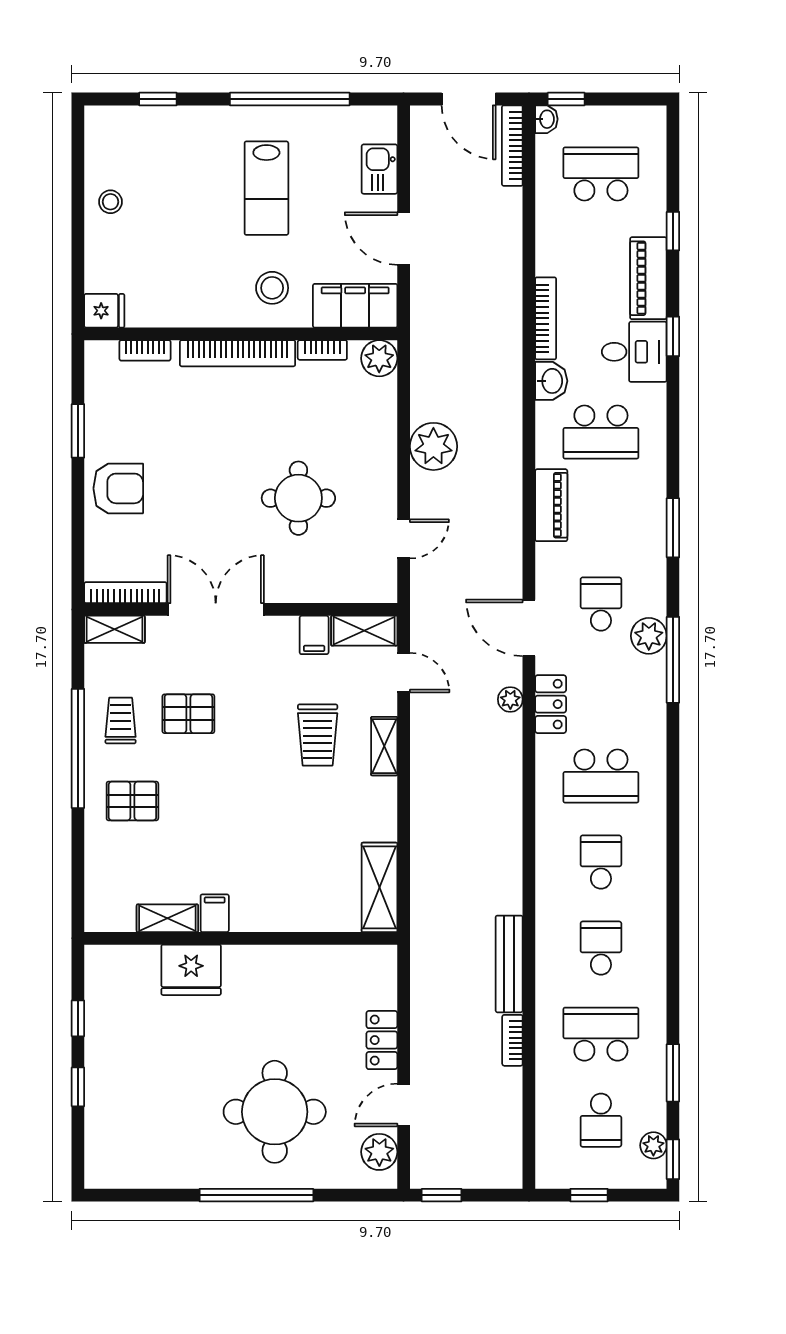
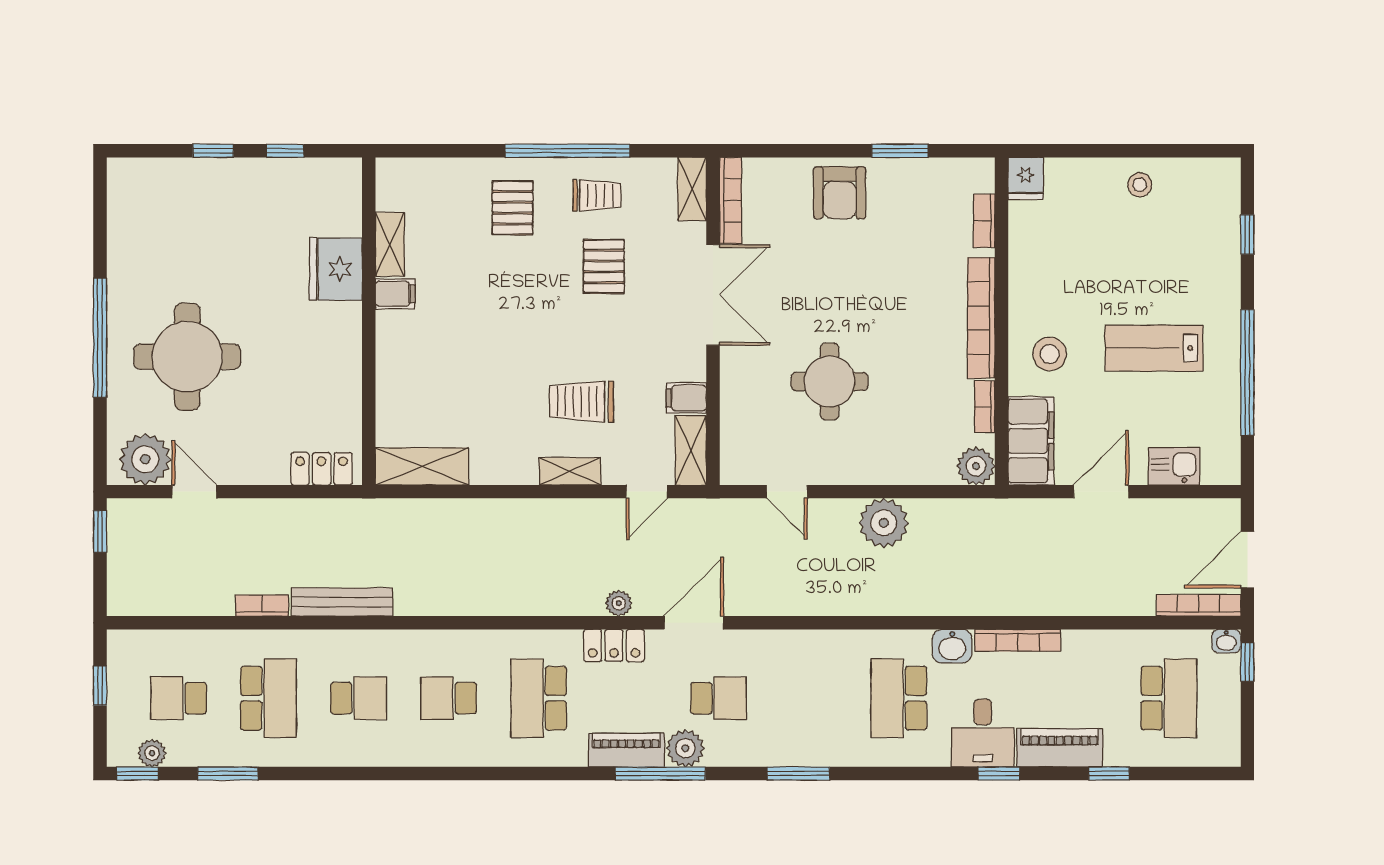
piano: (551, 505) -> (626, 750), moved, turned 180
school desk: (601, 862) -> (449, 698), turned 180
locker: (382, 1040) -> (322, 469), moved
plant: (379, 1152) -> (145, 459), width x1.36, depth x1.36

